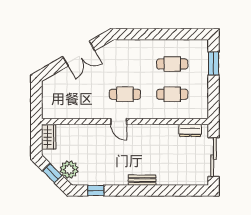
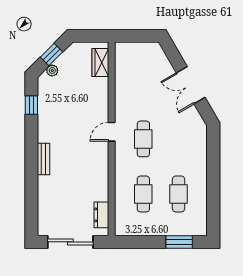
wardrobe: (49, 137) -> (100, 63), moved, turned 90
plant: (69, 170) -> (52, 71), width x0.53, depth x0.53

